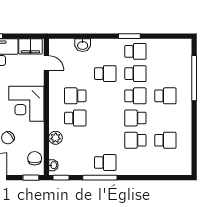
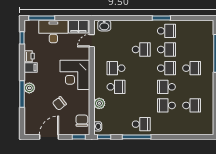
washbasin: (83, 45) -> (104, 26), moved
door: (46, 63) -> (92, 41), swing flipped

